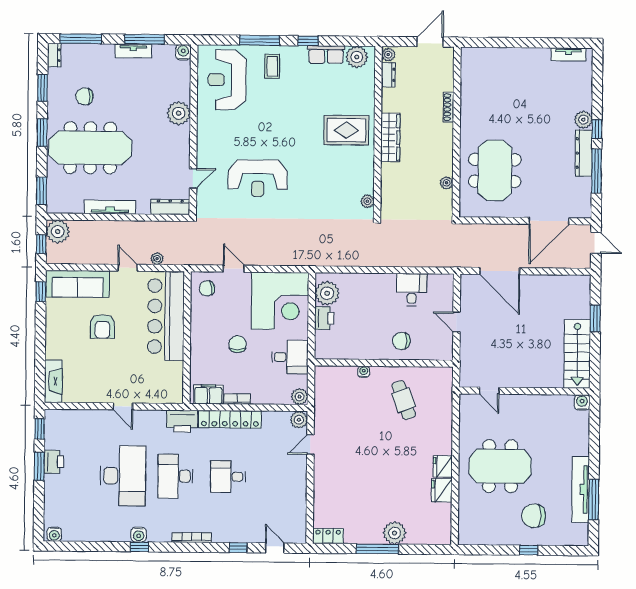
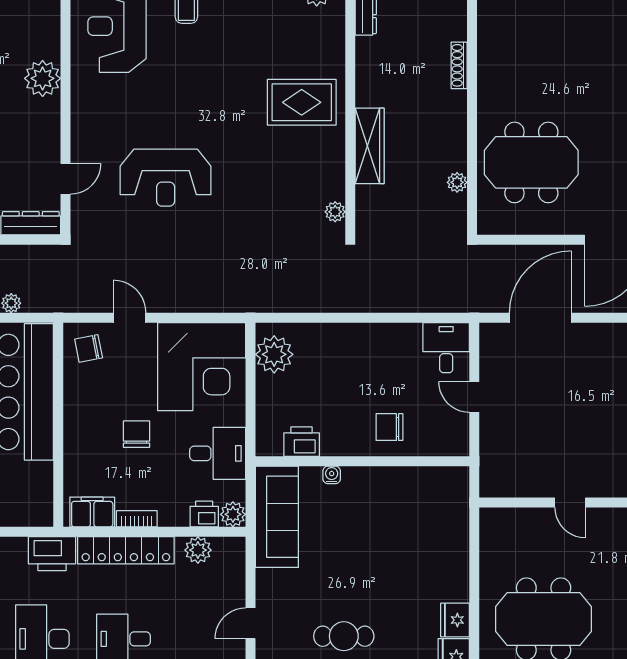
wardrobe: (390, 137) -> (370, 146), moved
meeting table: (495, 170) -> (531, 162), turned 90
door: (500, 271) -> (540, 318), swing flipped
desk: (412, 290) -> (446, 348), moved
printer: (324, 318) -> (302, 442), moved, turned -90
door: (489, 391) -> (570, 503), moved
printer: (281, 396) -> (204, 514), added
sofa: (328, 398) -> (277, 517), added
cafe table: (404, 400) -> (344, 636), moved, turned -70
plant: (299, 420) -> (198, 550), moved
door: (310, 444) -> (250, 623), moved

